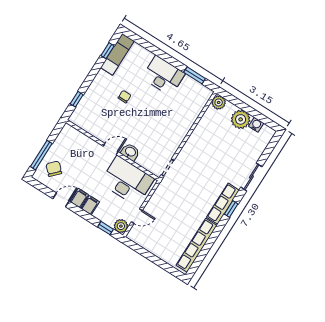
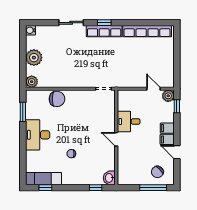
chair: (186, 116) -> (57, 99), added
water cooler: (256, 125) -> (31, 30), moved
washbasin: (130, 152) -> (109, 178), moved
desk: (127, 181) -> (129, 121), width x0.53, depth x0.77

